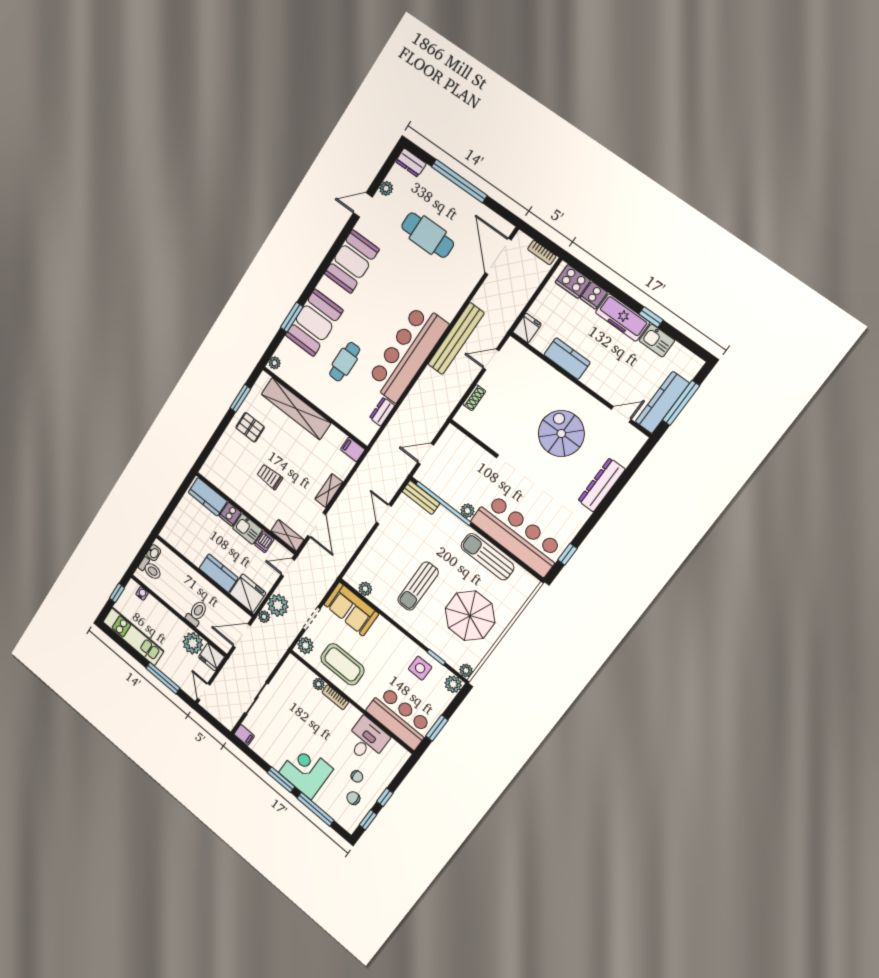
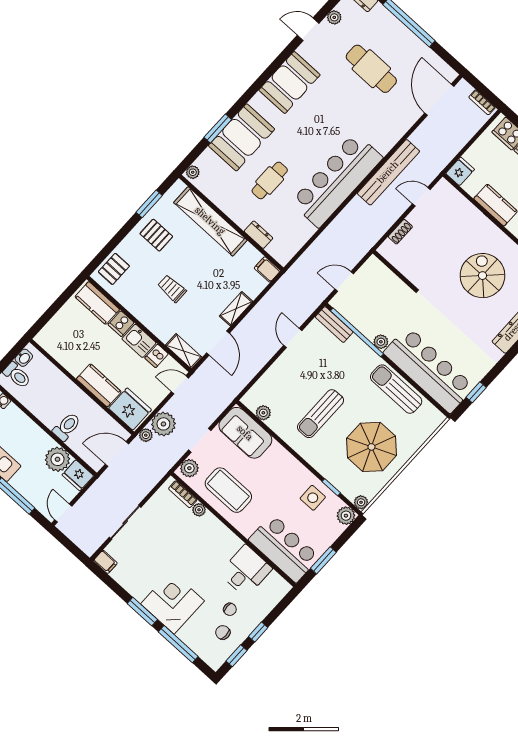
dresser: (382, 412) -> (258, 235), moved, turned 90
pallet: (218, 463) -> (114, 269), added
bookcase: (335, 697) -> (183, 494), moved

